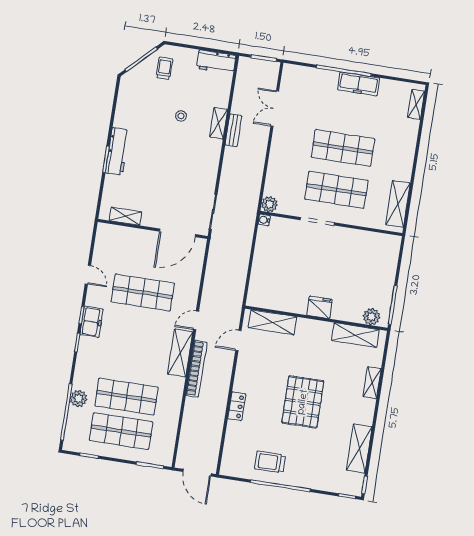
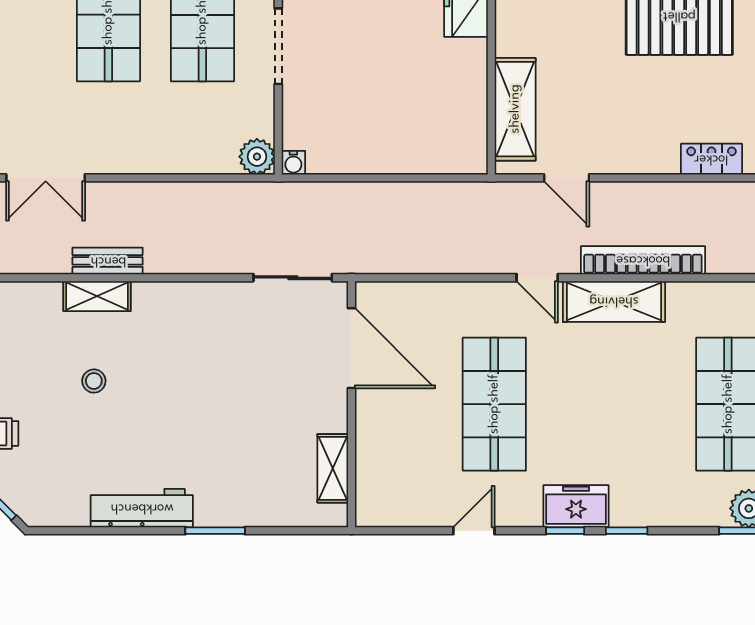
workbench: (117, 151) -> (142, 508), moved

